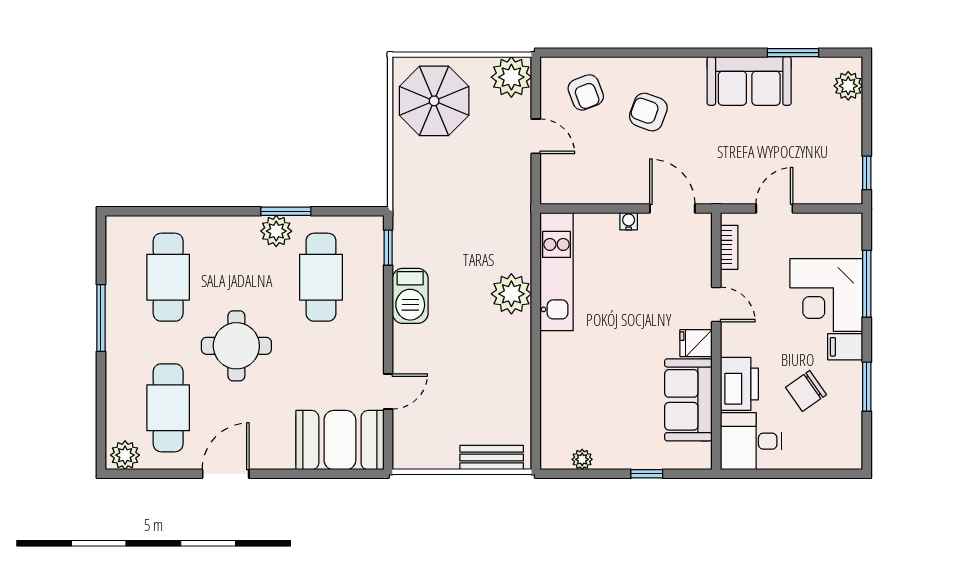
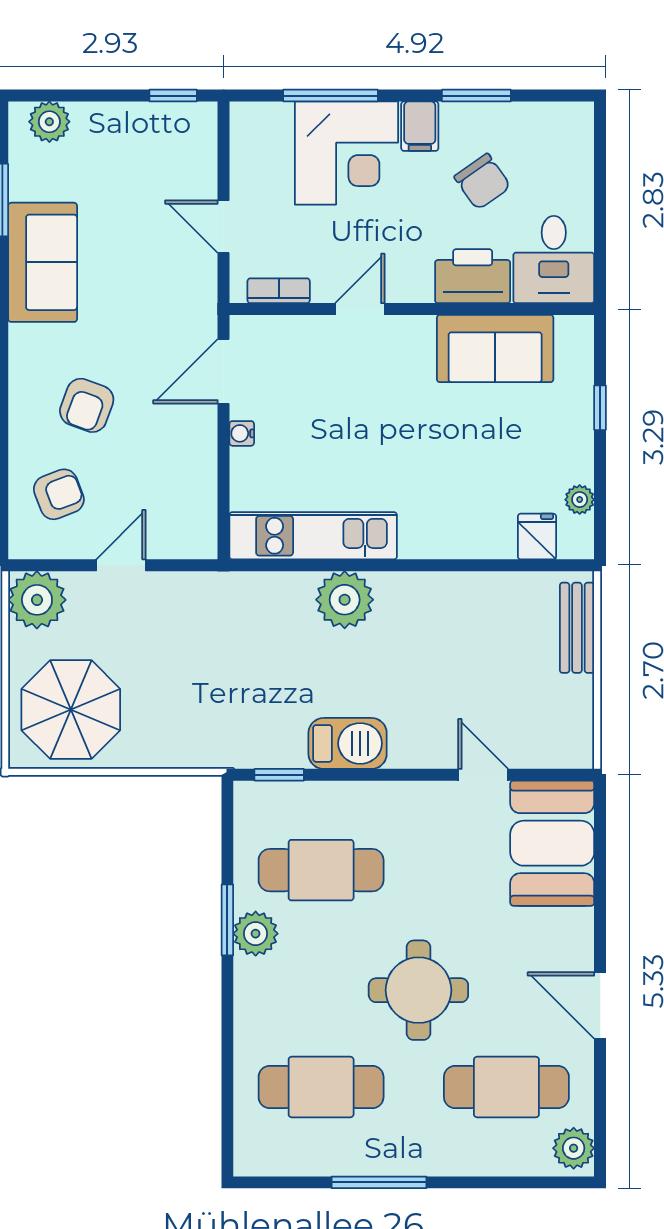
fridge: (696, 343) -> (537, 537), moved, turned 180

